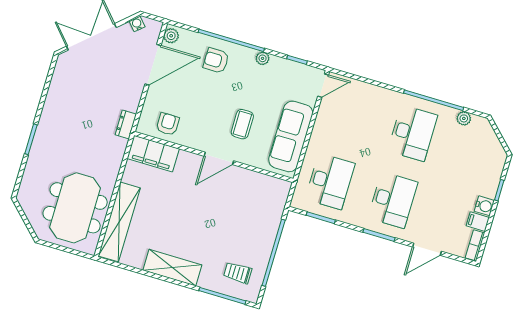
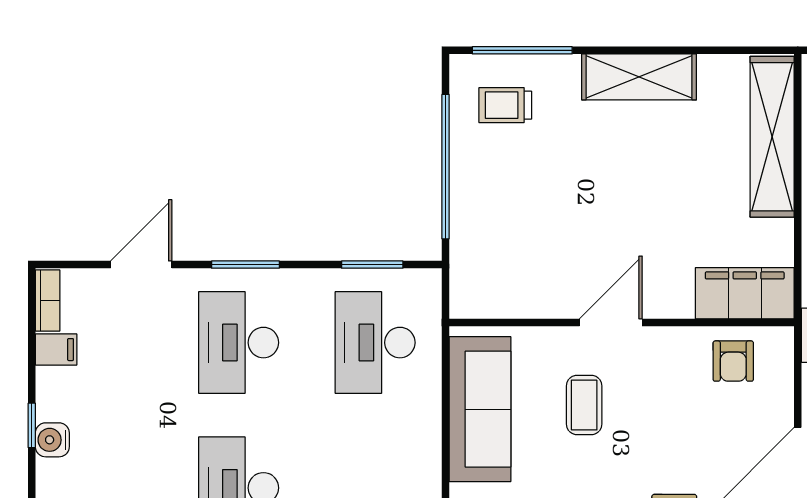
water cooler: (484, 206) -> (52, 440), moved
trolley: (238, 273) -> (505, 105), turned 180

